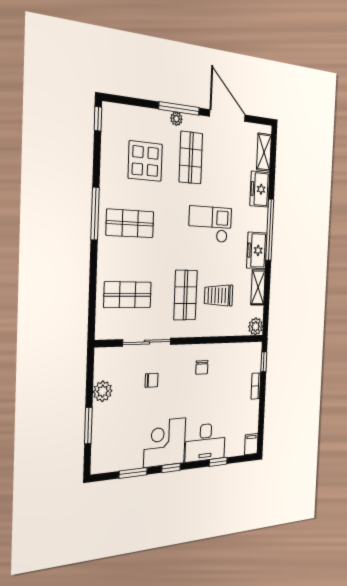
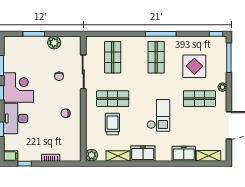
window: (179, 108) -> (229, 58), moved
window: (270, 230) -> (157, 164), removed
window: (264, 362) -> (25, 164), moved

